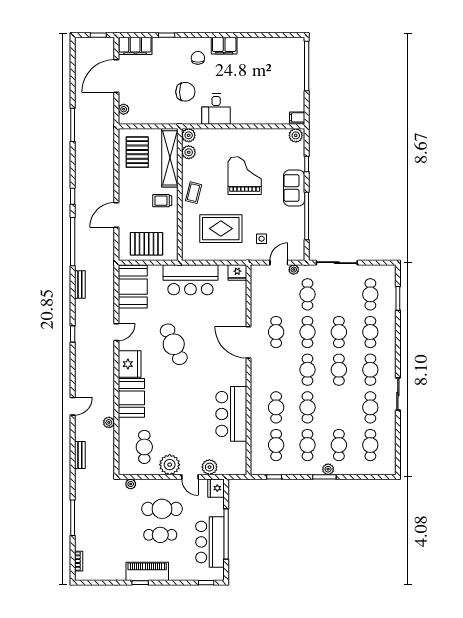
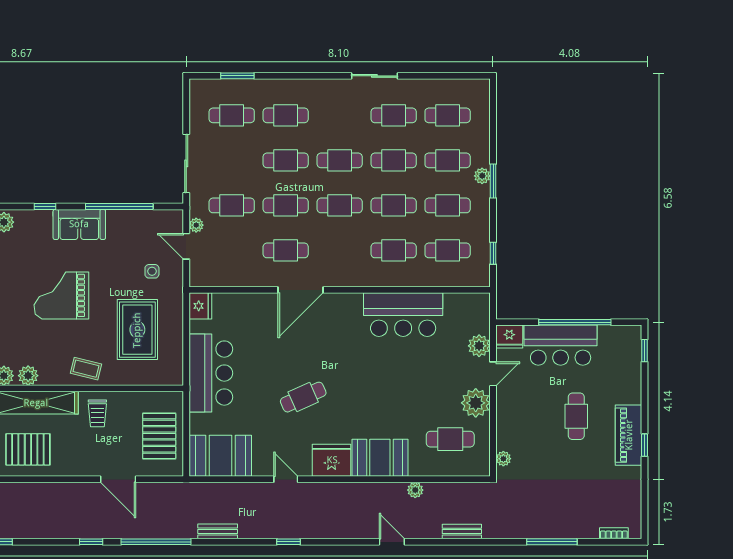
cafe table: (174, 344) -> (303, 397), width x0.73, depth x0.74
cafe table: (370, 370) -> (394, 160), moved
cafe table: (162, 509) -> (539, 414), removed
bar counter: (210, 542) -> (561, 345), moved

